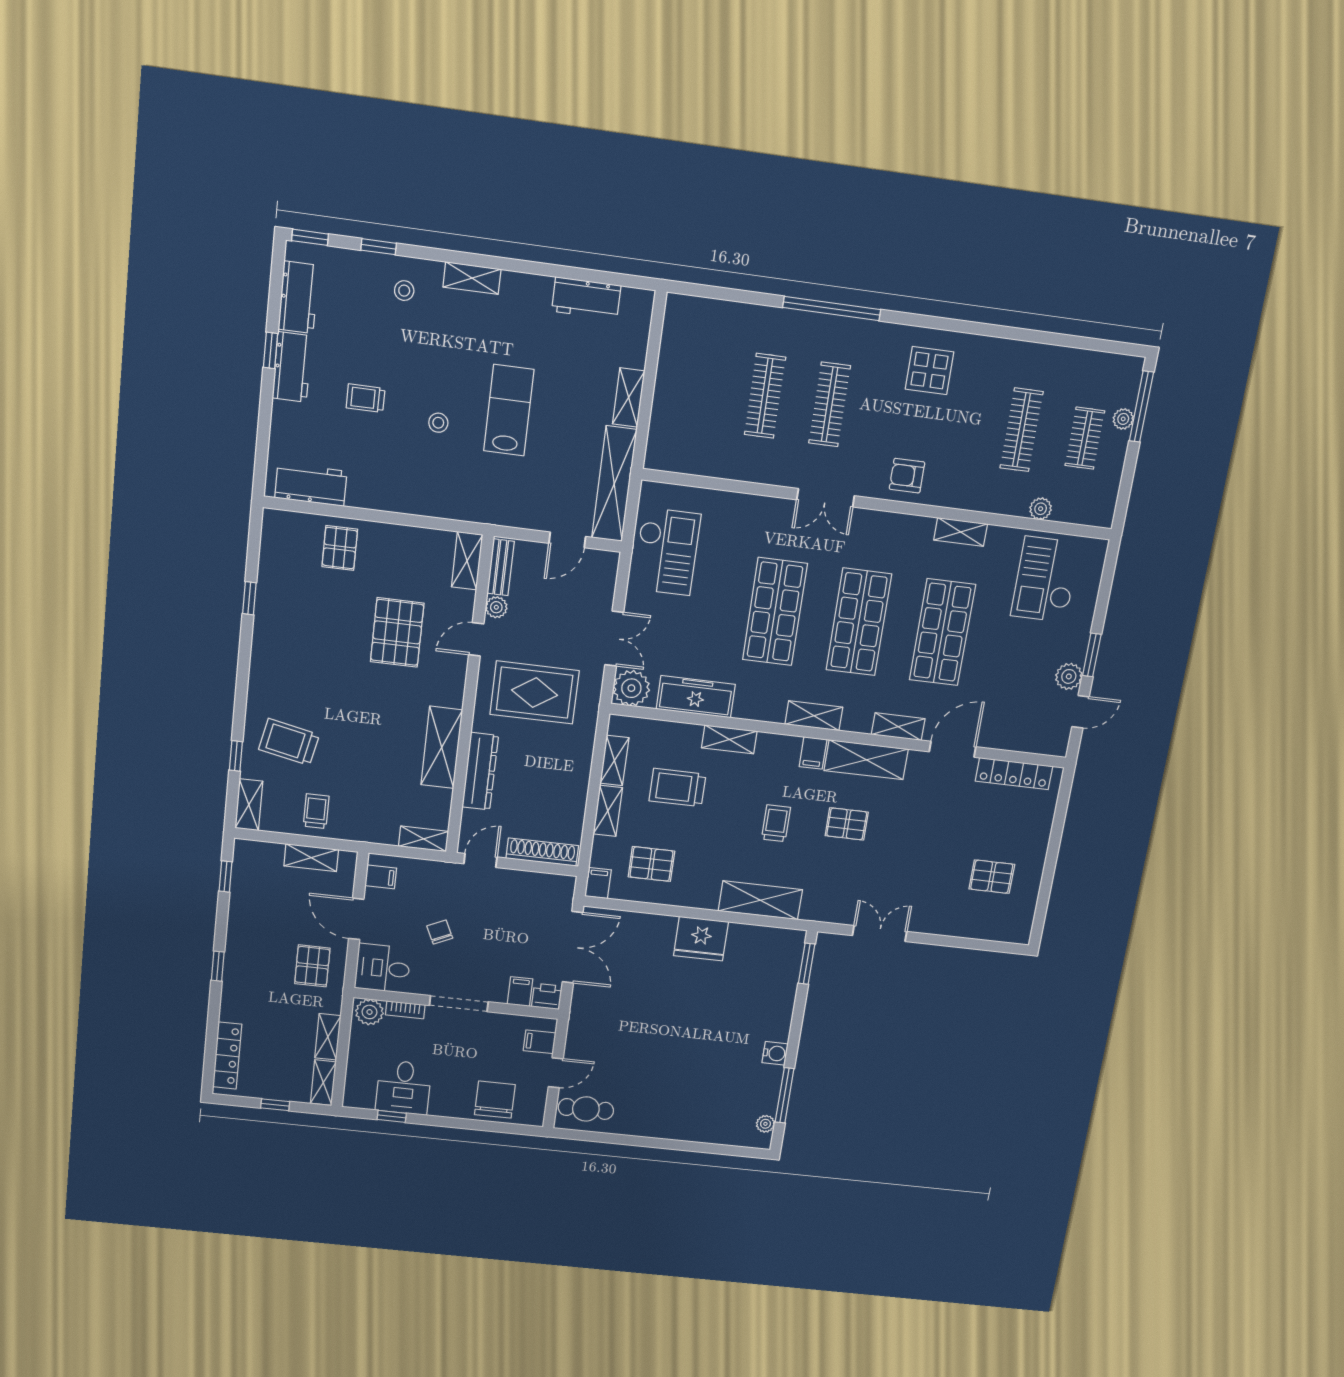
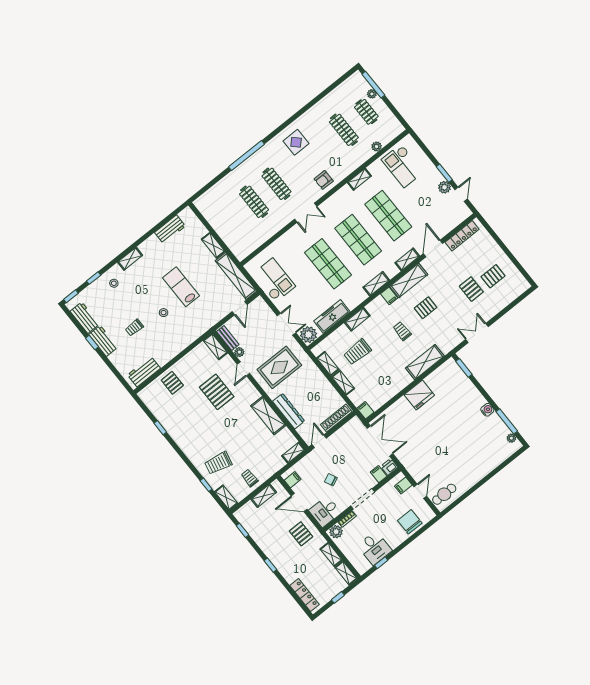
pallet: (651, 864) -> (471, 289), moved, turned 90

